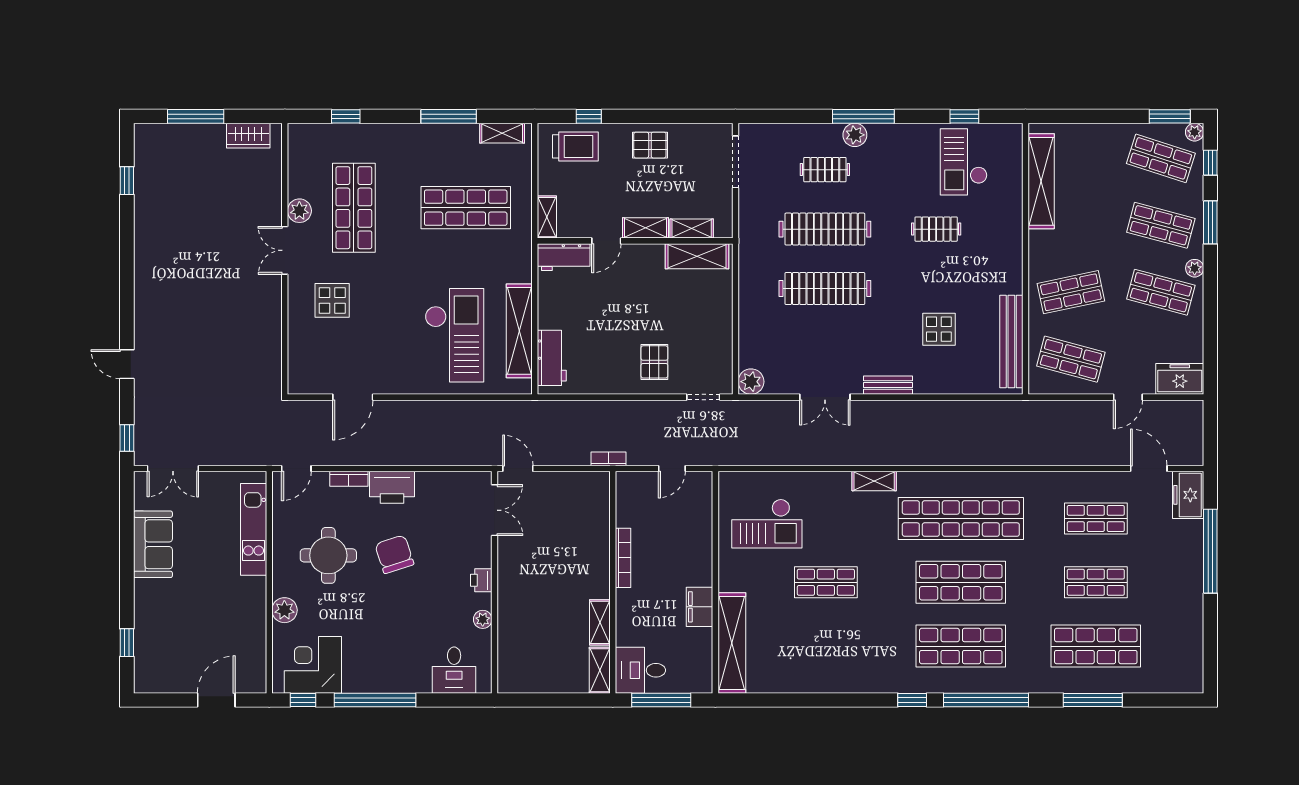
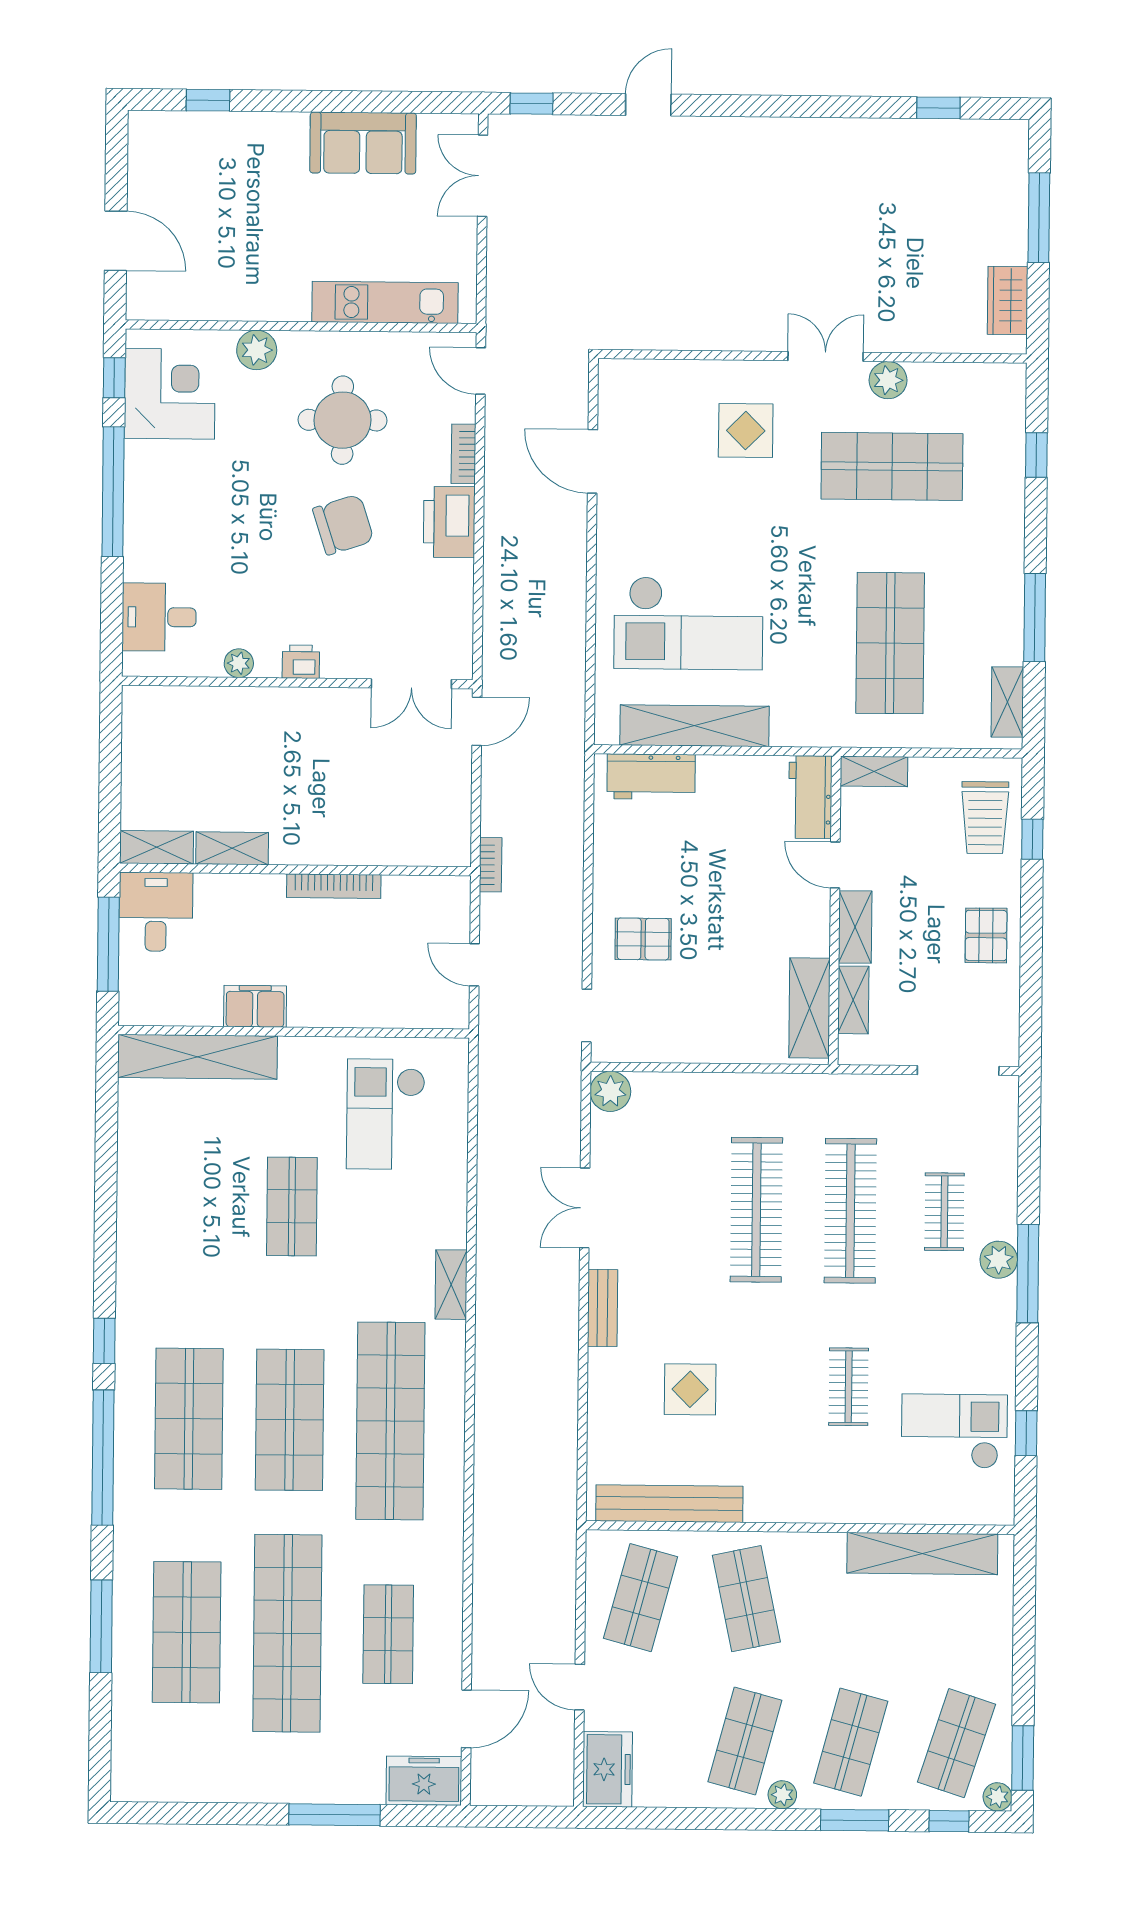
window: (1210, 551) -> (335, 1815), width x0.68
shop shelf: (1096, 582) -> (287, 1633), width x2.00, depth x1.36

